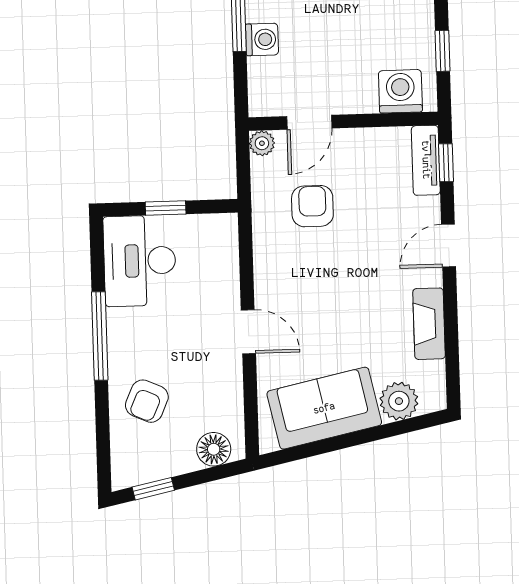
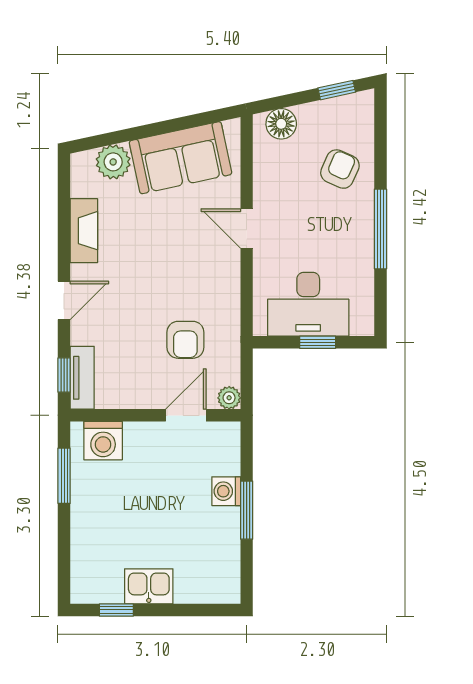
window: (442, 51) -> (64, 476), width x1.50
desk: (140, 261) -> (308, 304), moved, turned 90

